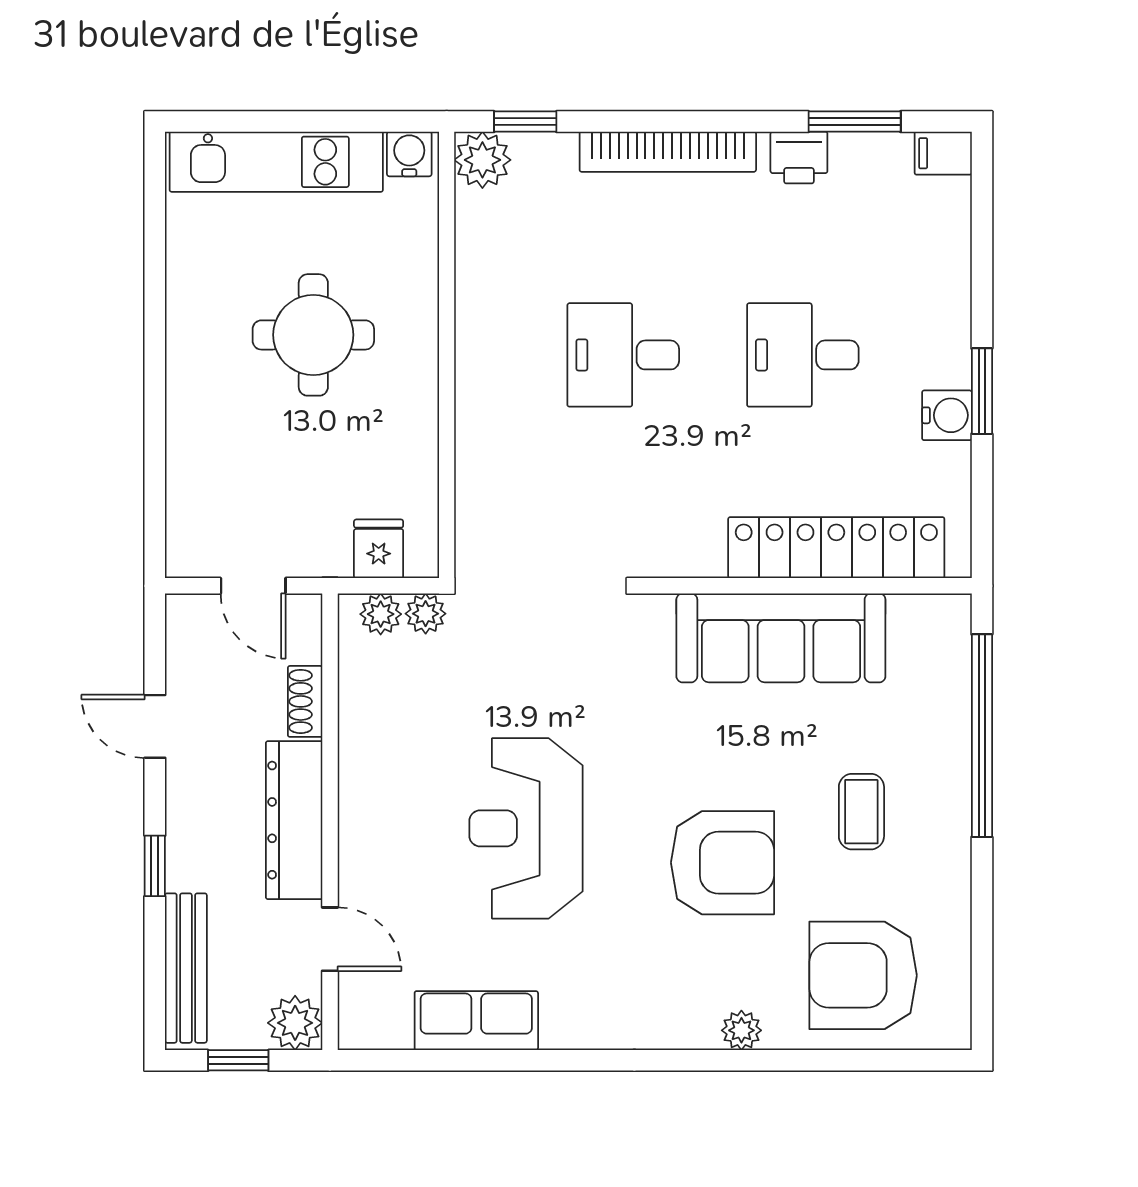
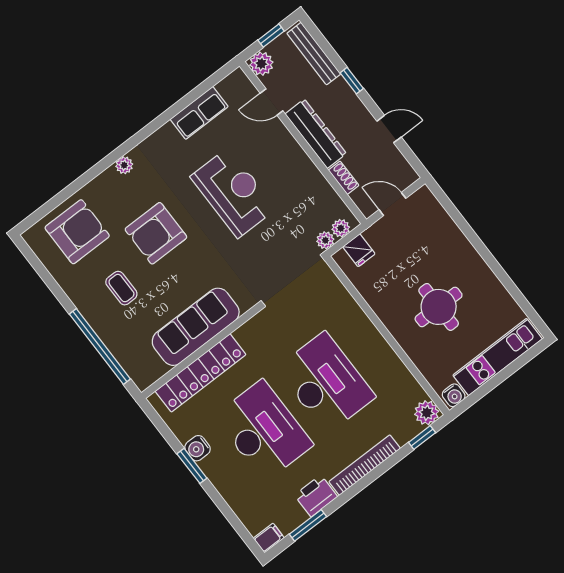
printer: (799, 158) -> (316, 496), width x1.36, depth x1.24
desk: (623, 355) -> (326, 383), width x1.87, depth x1.30
desk: (803, 355) -> (264, 431), width x1.87, depth x1.30
plant: (741, 1030) -> (124, 165), moved

